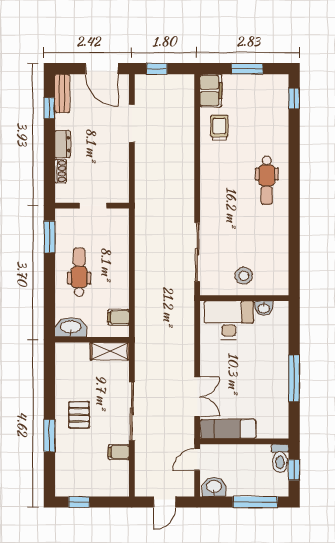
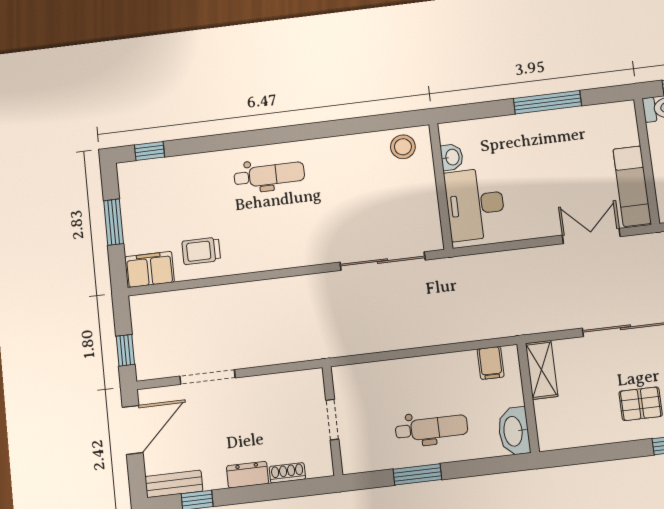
window: (49, 237) -> (417, 474), moved
dental chair: (79, 272) -> (431, 428), turned 180
stool: (244, 276) -> (403, 147), moved

